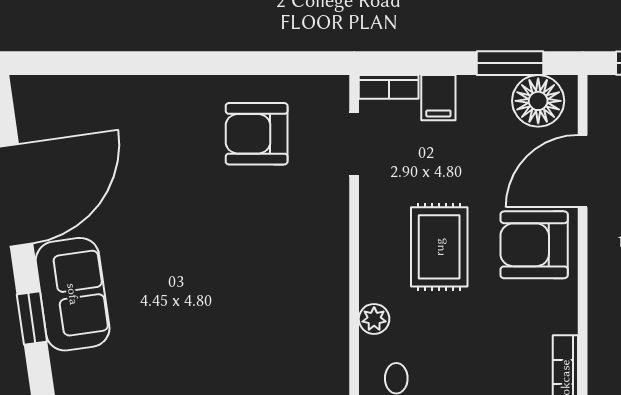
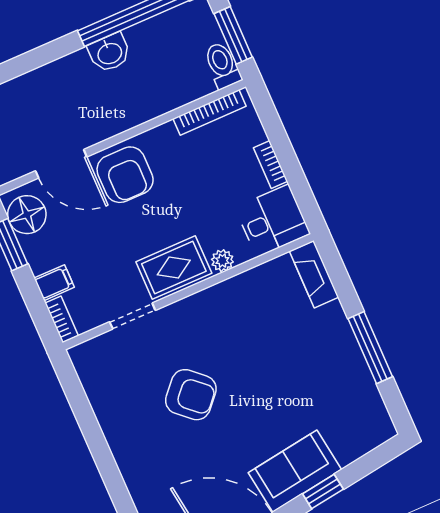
armchair: (257, 134) -> (191, 395), moved, turned -48
doorway: (354, 144) -> (132, 316), moved
rug: (439, 247) -> (174, 267), moved

